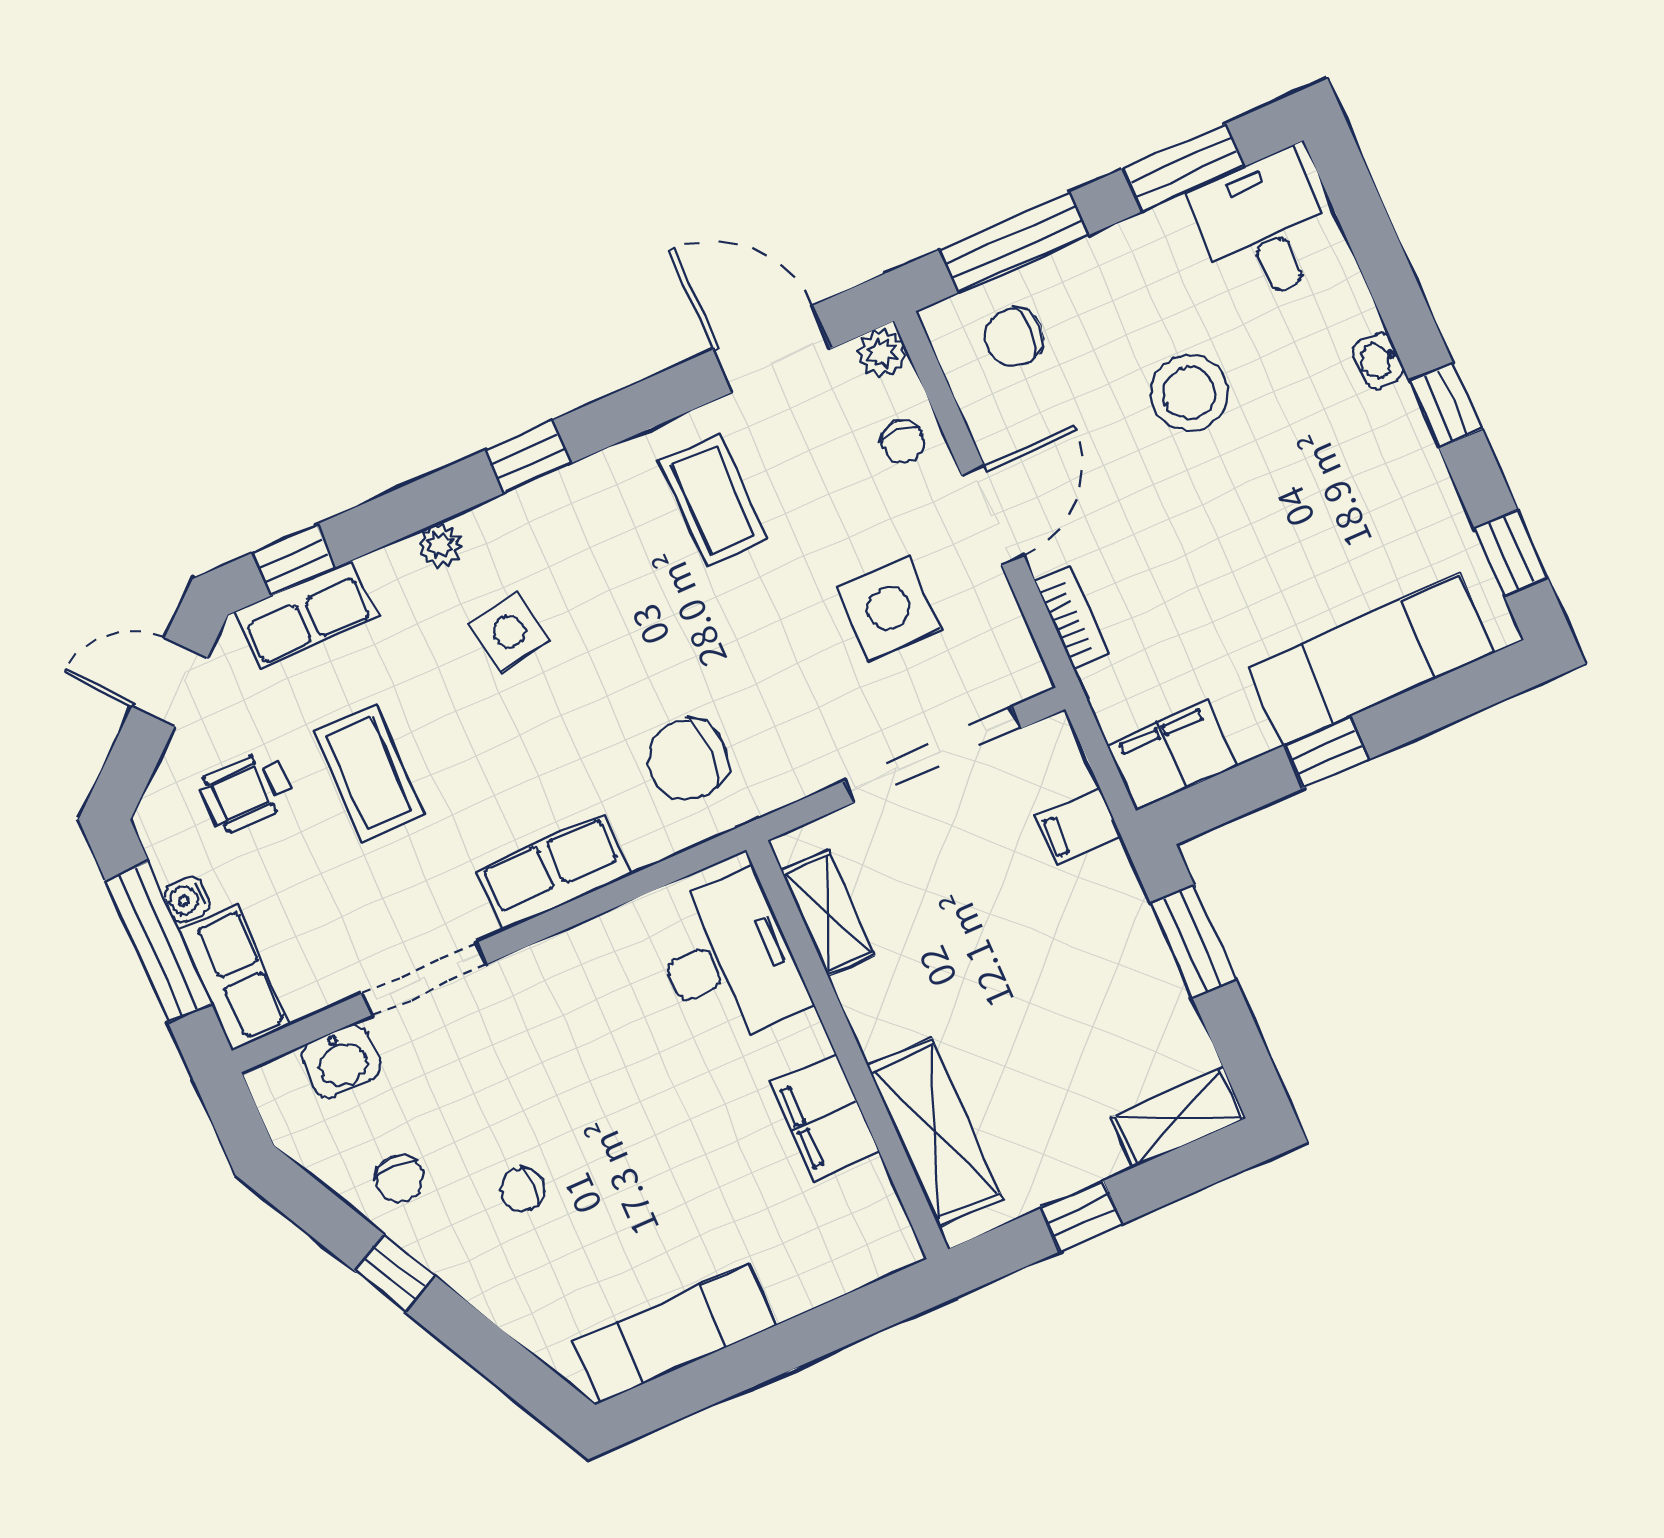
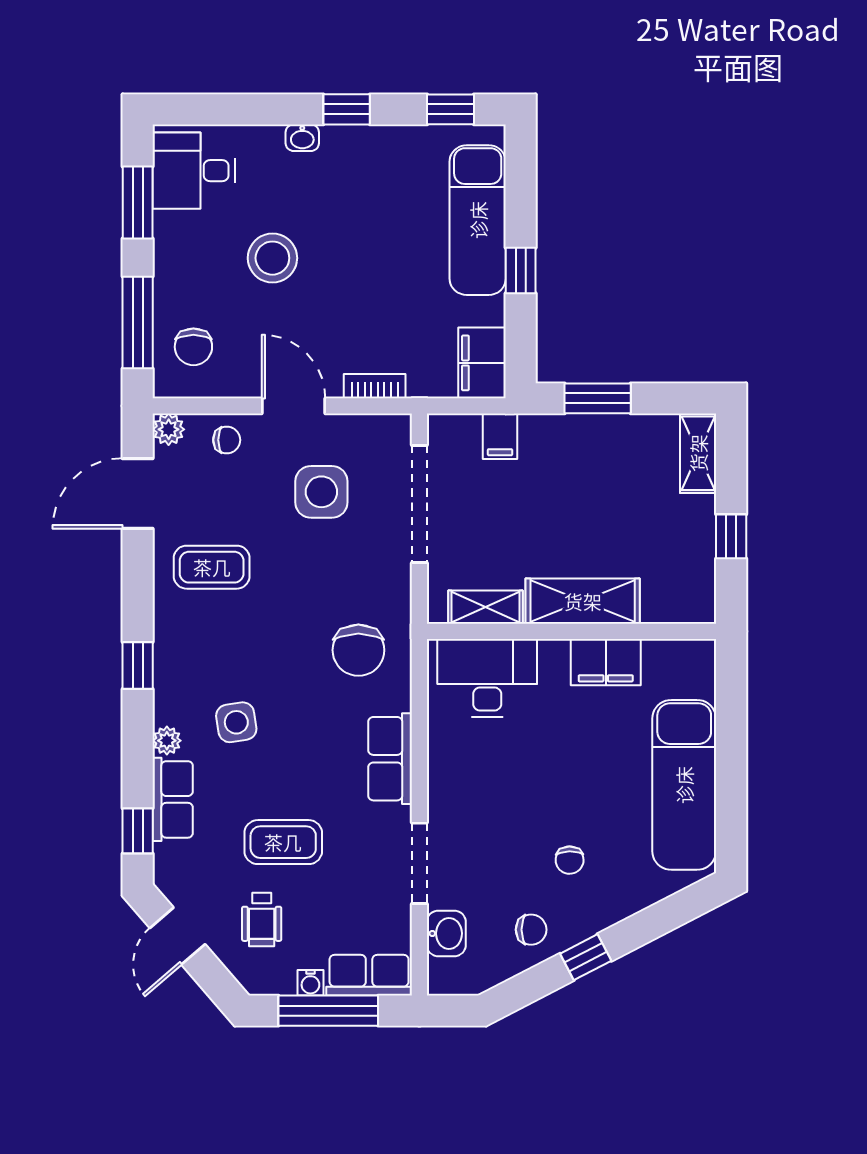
row of seats: (306, 614) -> (173, 799), moved
shelving: (935, 1133) -> (583, 601), moved
exam couch: (674, 1333) -> (684, 785), width x1.36, depth x1.45

